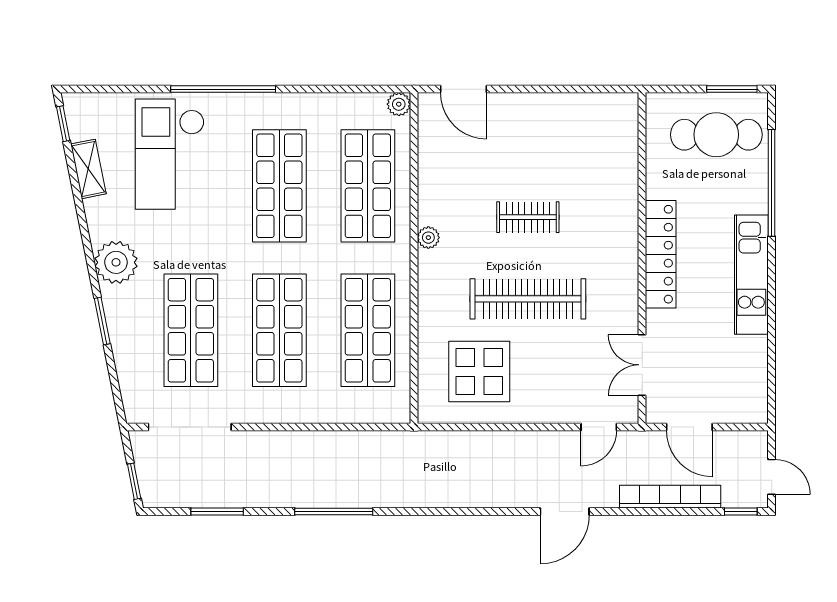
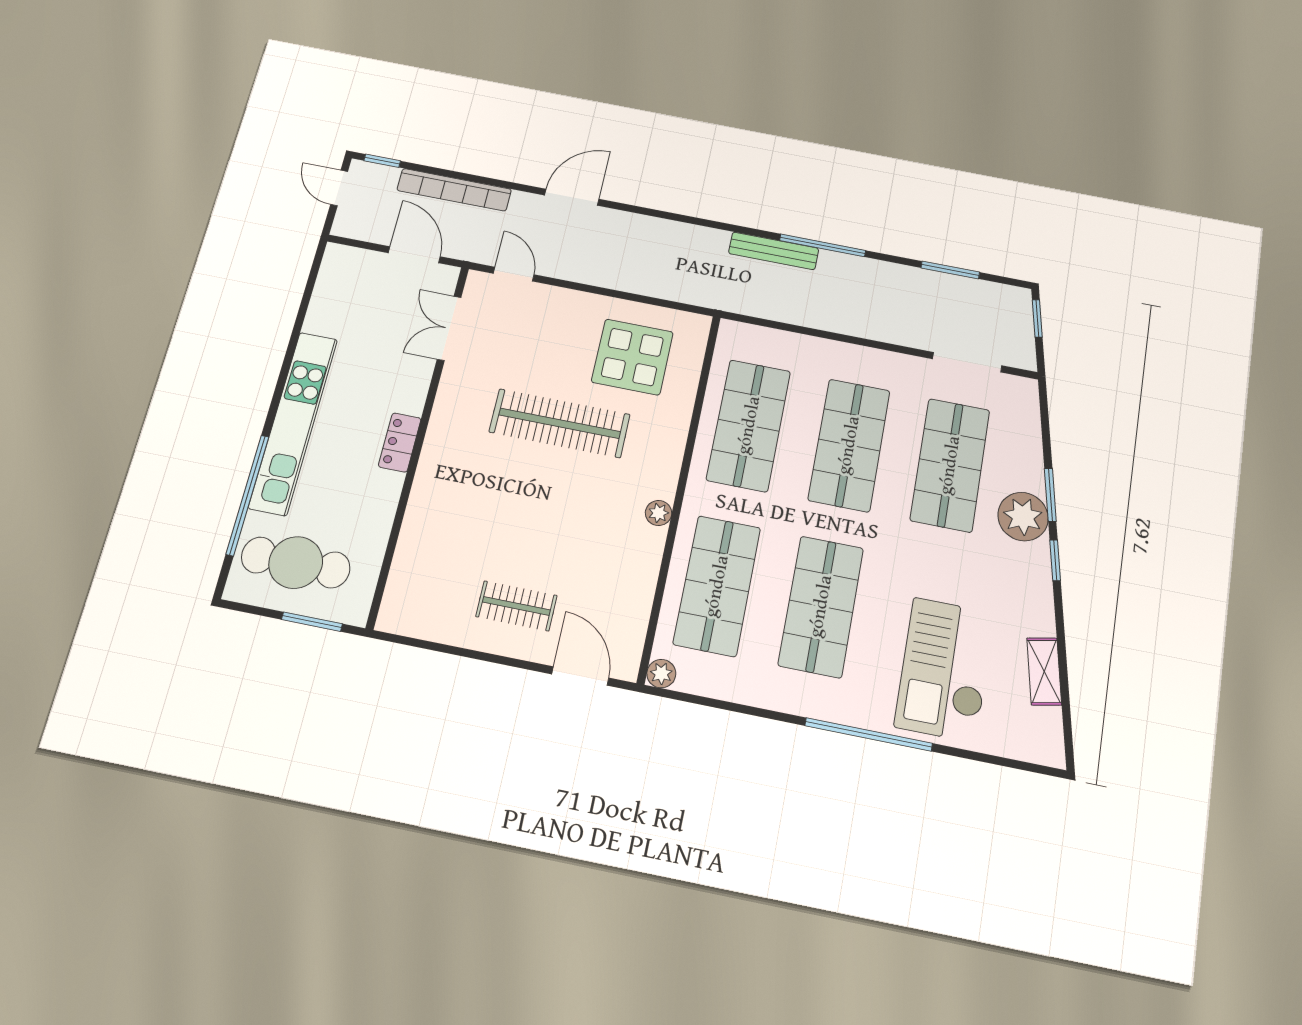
window: (732, 89) -> (312, 622), moved
window: (63, 124) -> (1055, 560), moved
checkout: (170, 154) -> (945, 669), turned 180
clothes rail: (528, 217) -> (516, 606), moved
locker: (661, 254) -> (400, 442), width x0.46, depth x0.83
plant: (116, 262) -> (1023, 517), moved
kitchen unit: (751, 275) -> (293, 423), width x1.36
double door: (642, 365) -> (449, 328), swing flipped
doorway: (190, 427) -> (967, 362), width x0.73
door: (599, 427) -> (514, 274), hinge flipped
bench: (376, 497) -> (774, 251), added

